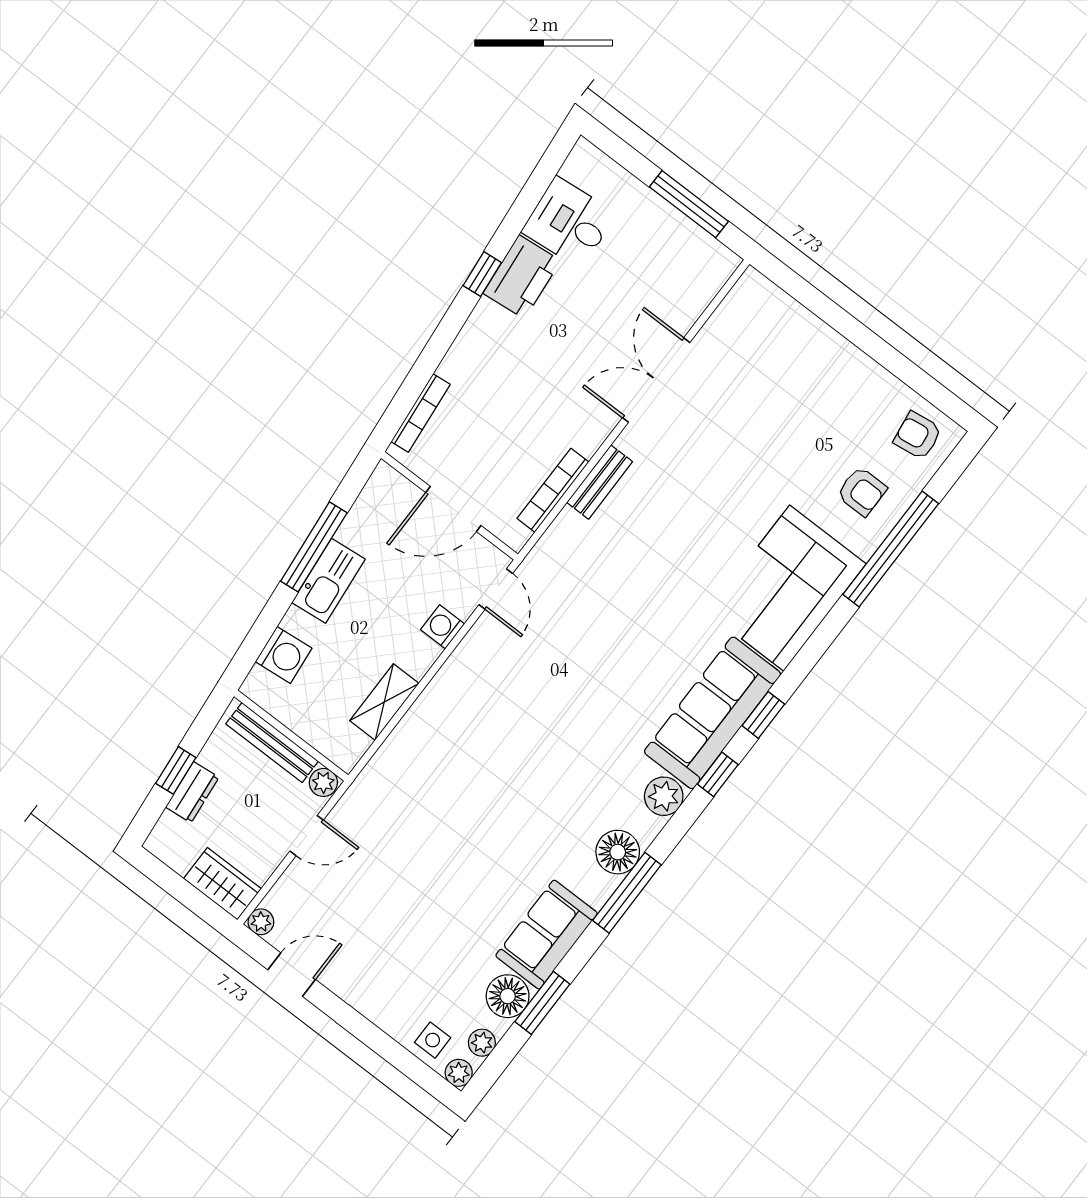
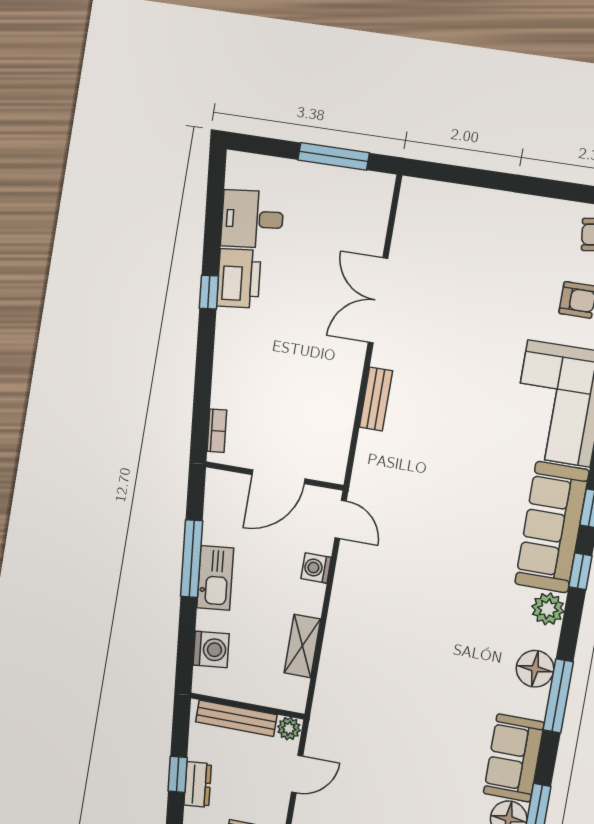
bookcase: (421, 413) -> (217, 431), width x0.64
bookcase: (553, 490) -> (344, 424), removed

